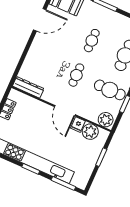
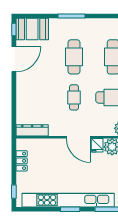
cafe table: (92, 41) -> (74, 57), width x1.37, depth x1.35

